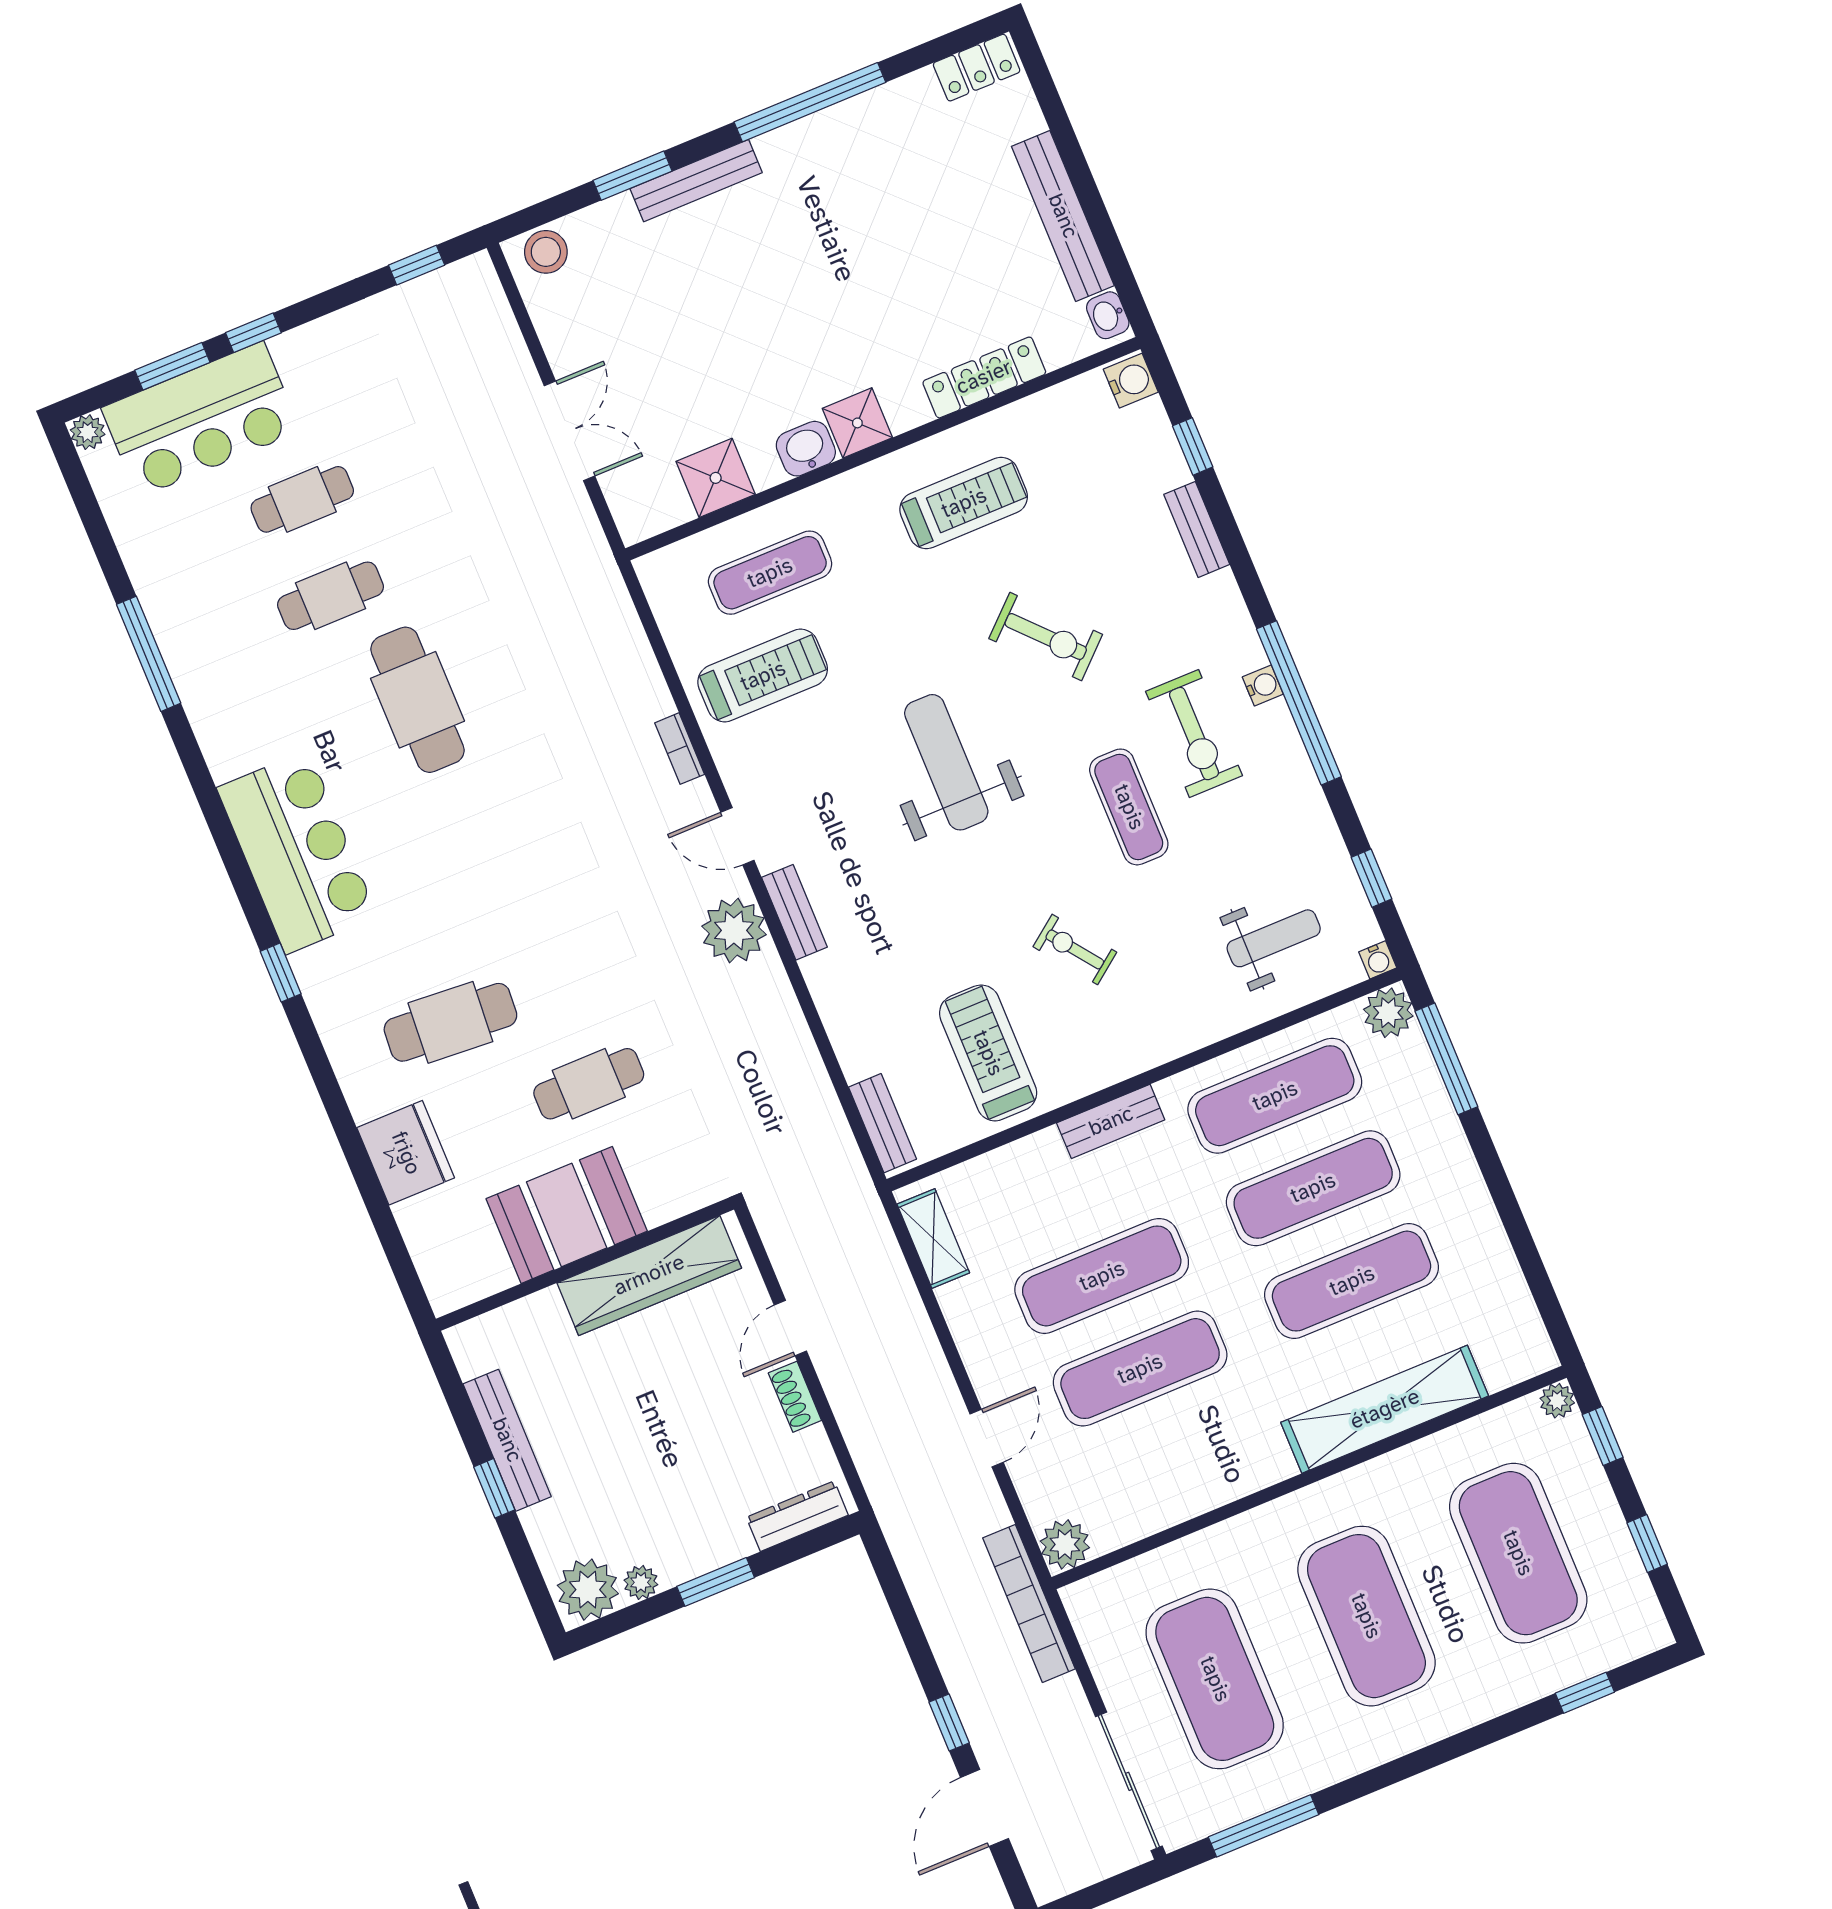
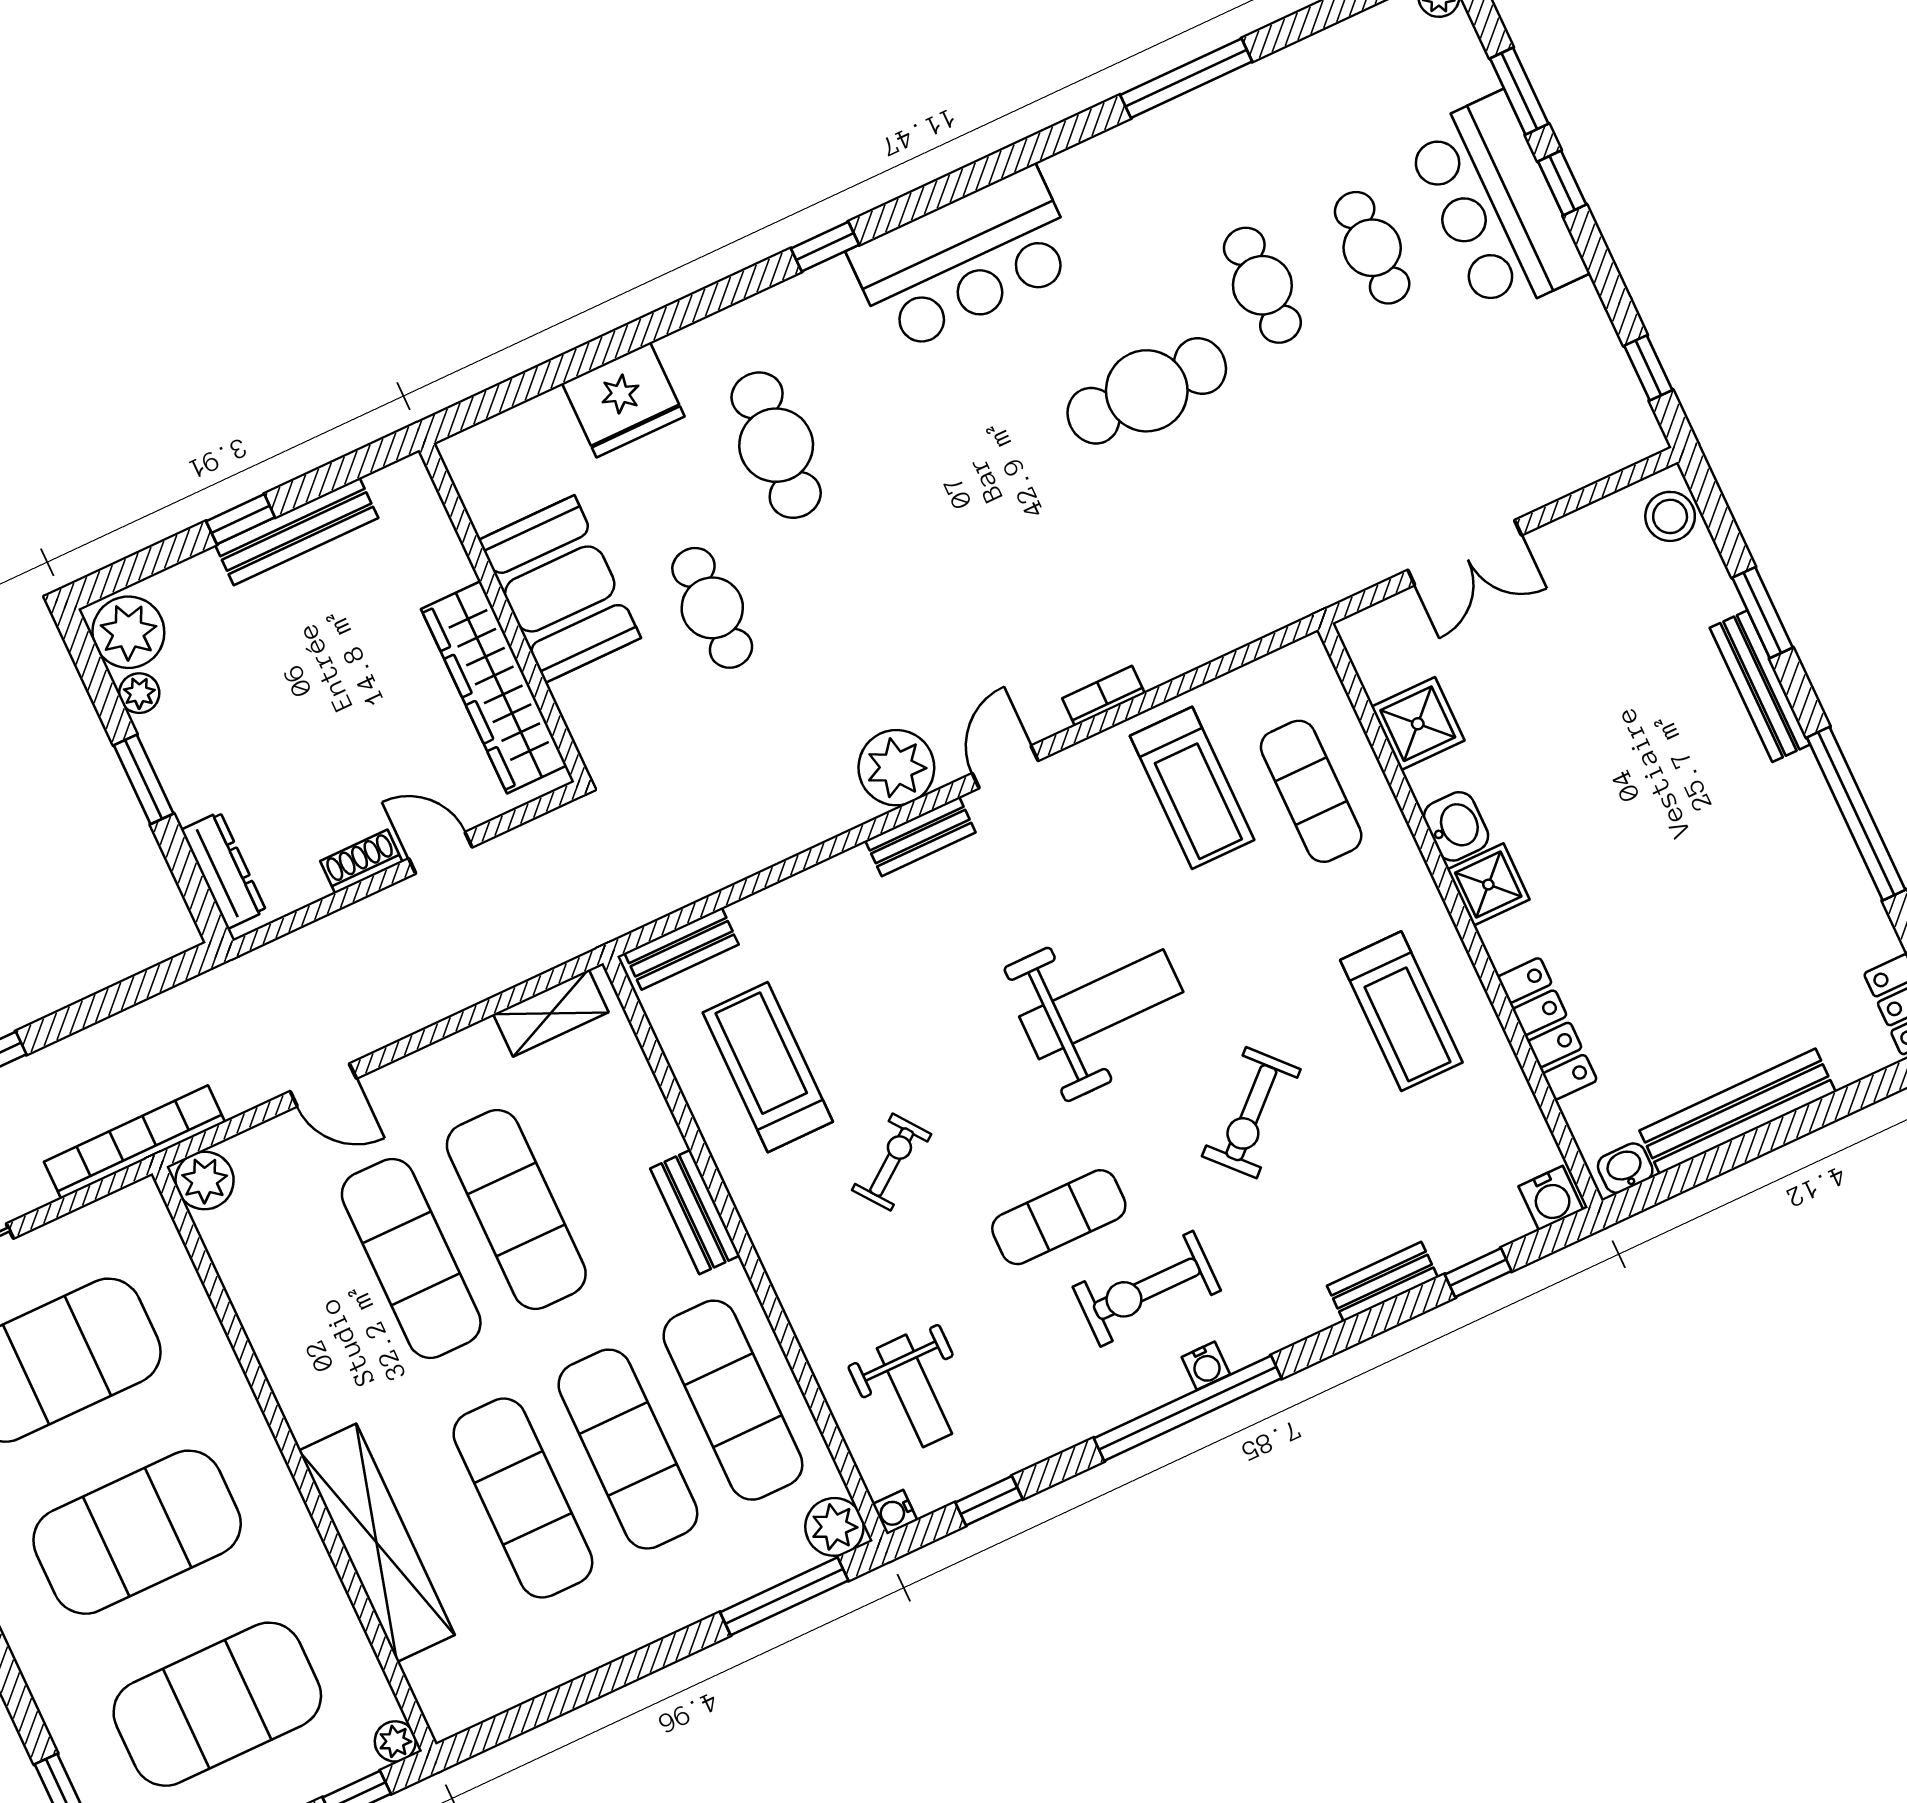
bar counter: (201, 419) -> (1496, 205), moved
treadmill: (988, 1053) -> (768, 1067), turned -90

